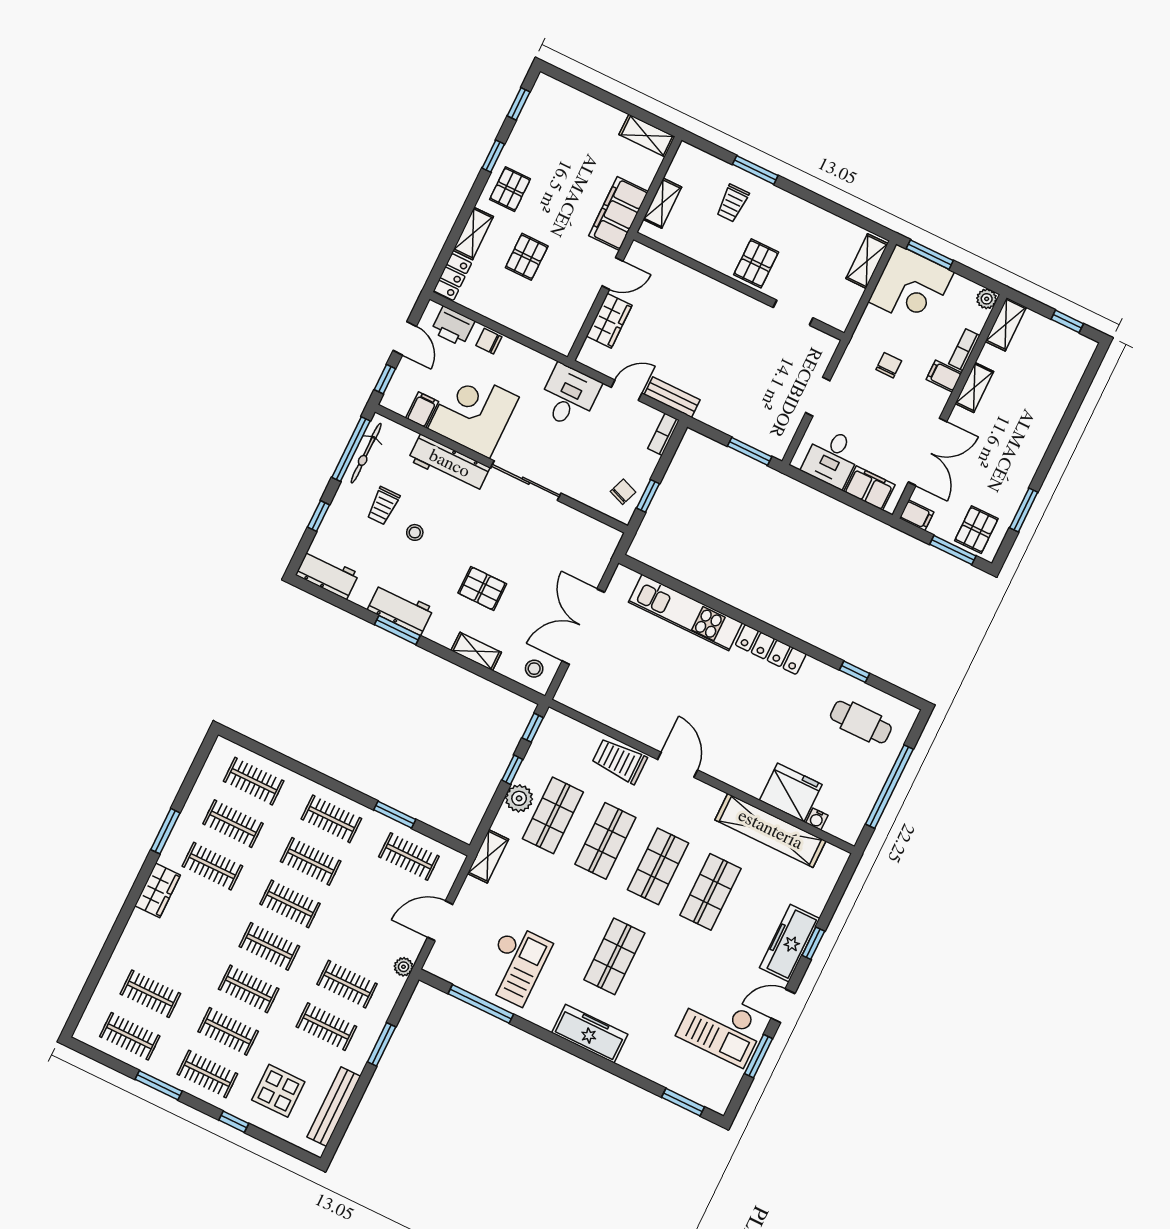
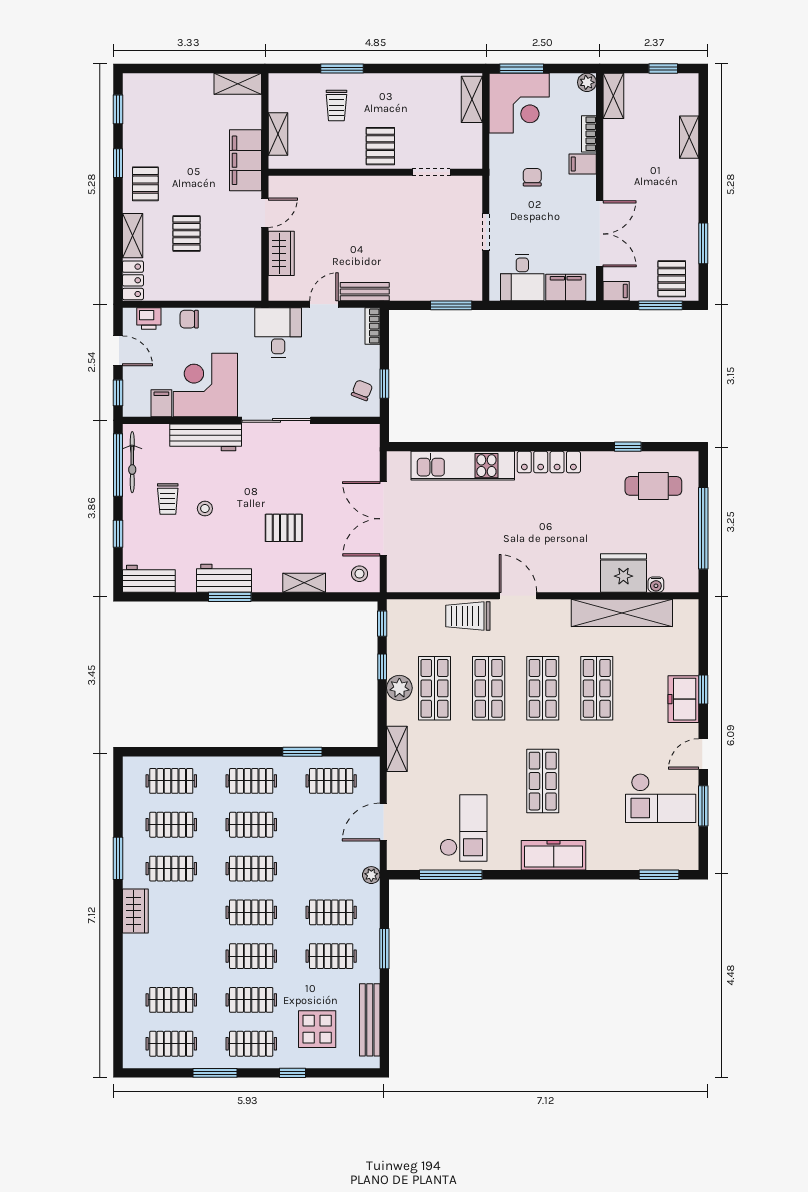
printer: (453, 326) -> (149, 319), width x0.73, depth x0.81
shelving: (974, 387) -> (689, 137), moved
freezer: (790, 943) -> (683, 699), width x0.71

